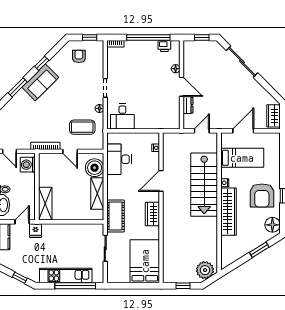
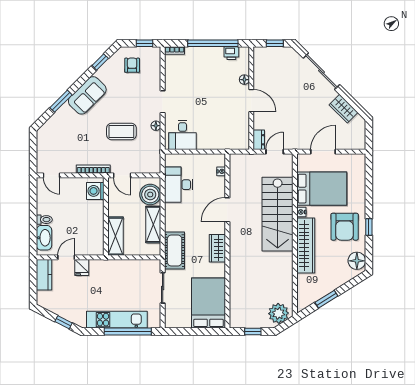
window: (42, 63) -> (100, 62), moved
dresser: (188, 105) -> (259, 140), moved
wardrobe: (273, 116) -> (343, 109), moved, turned -45
coffee table: (82, 127) -> (121, 132), moved
bed: (242, 158) -> (322, 189), width x1.50
washing machine: (28, 165) -> (95, 191), moved
wall: (37, 187) -> (106, 216), moved
shelving: (45, 204) -> (116, 236), moved
window: (259, 250) -> (326, 299), moved

